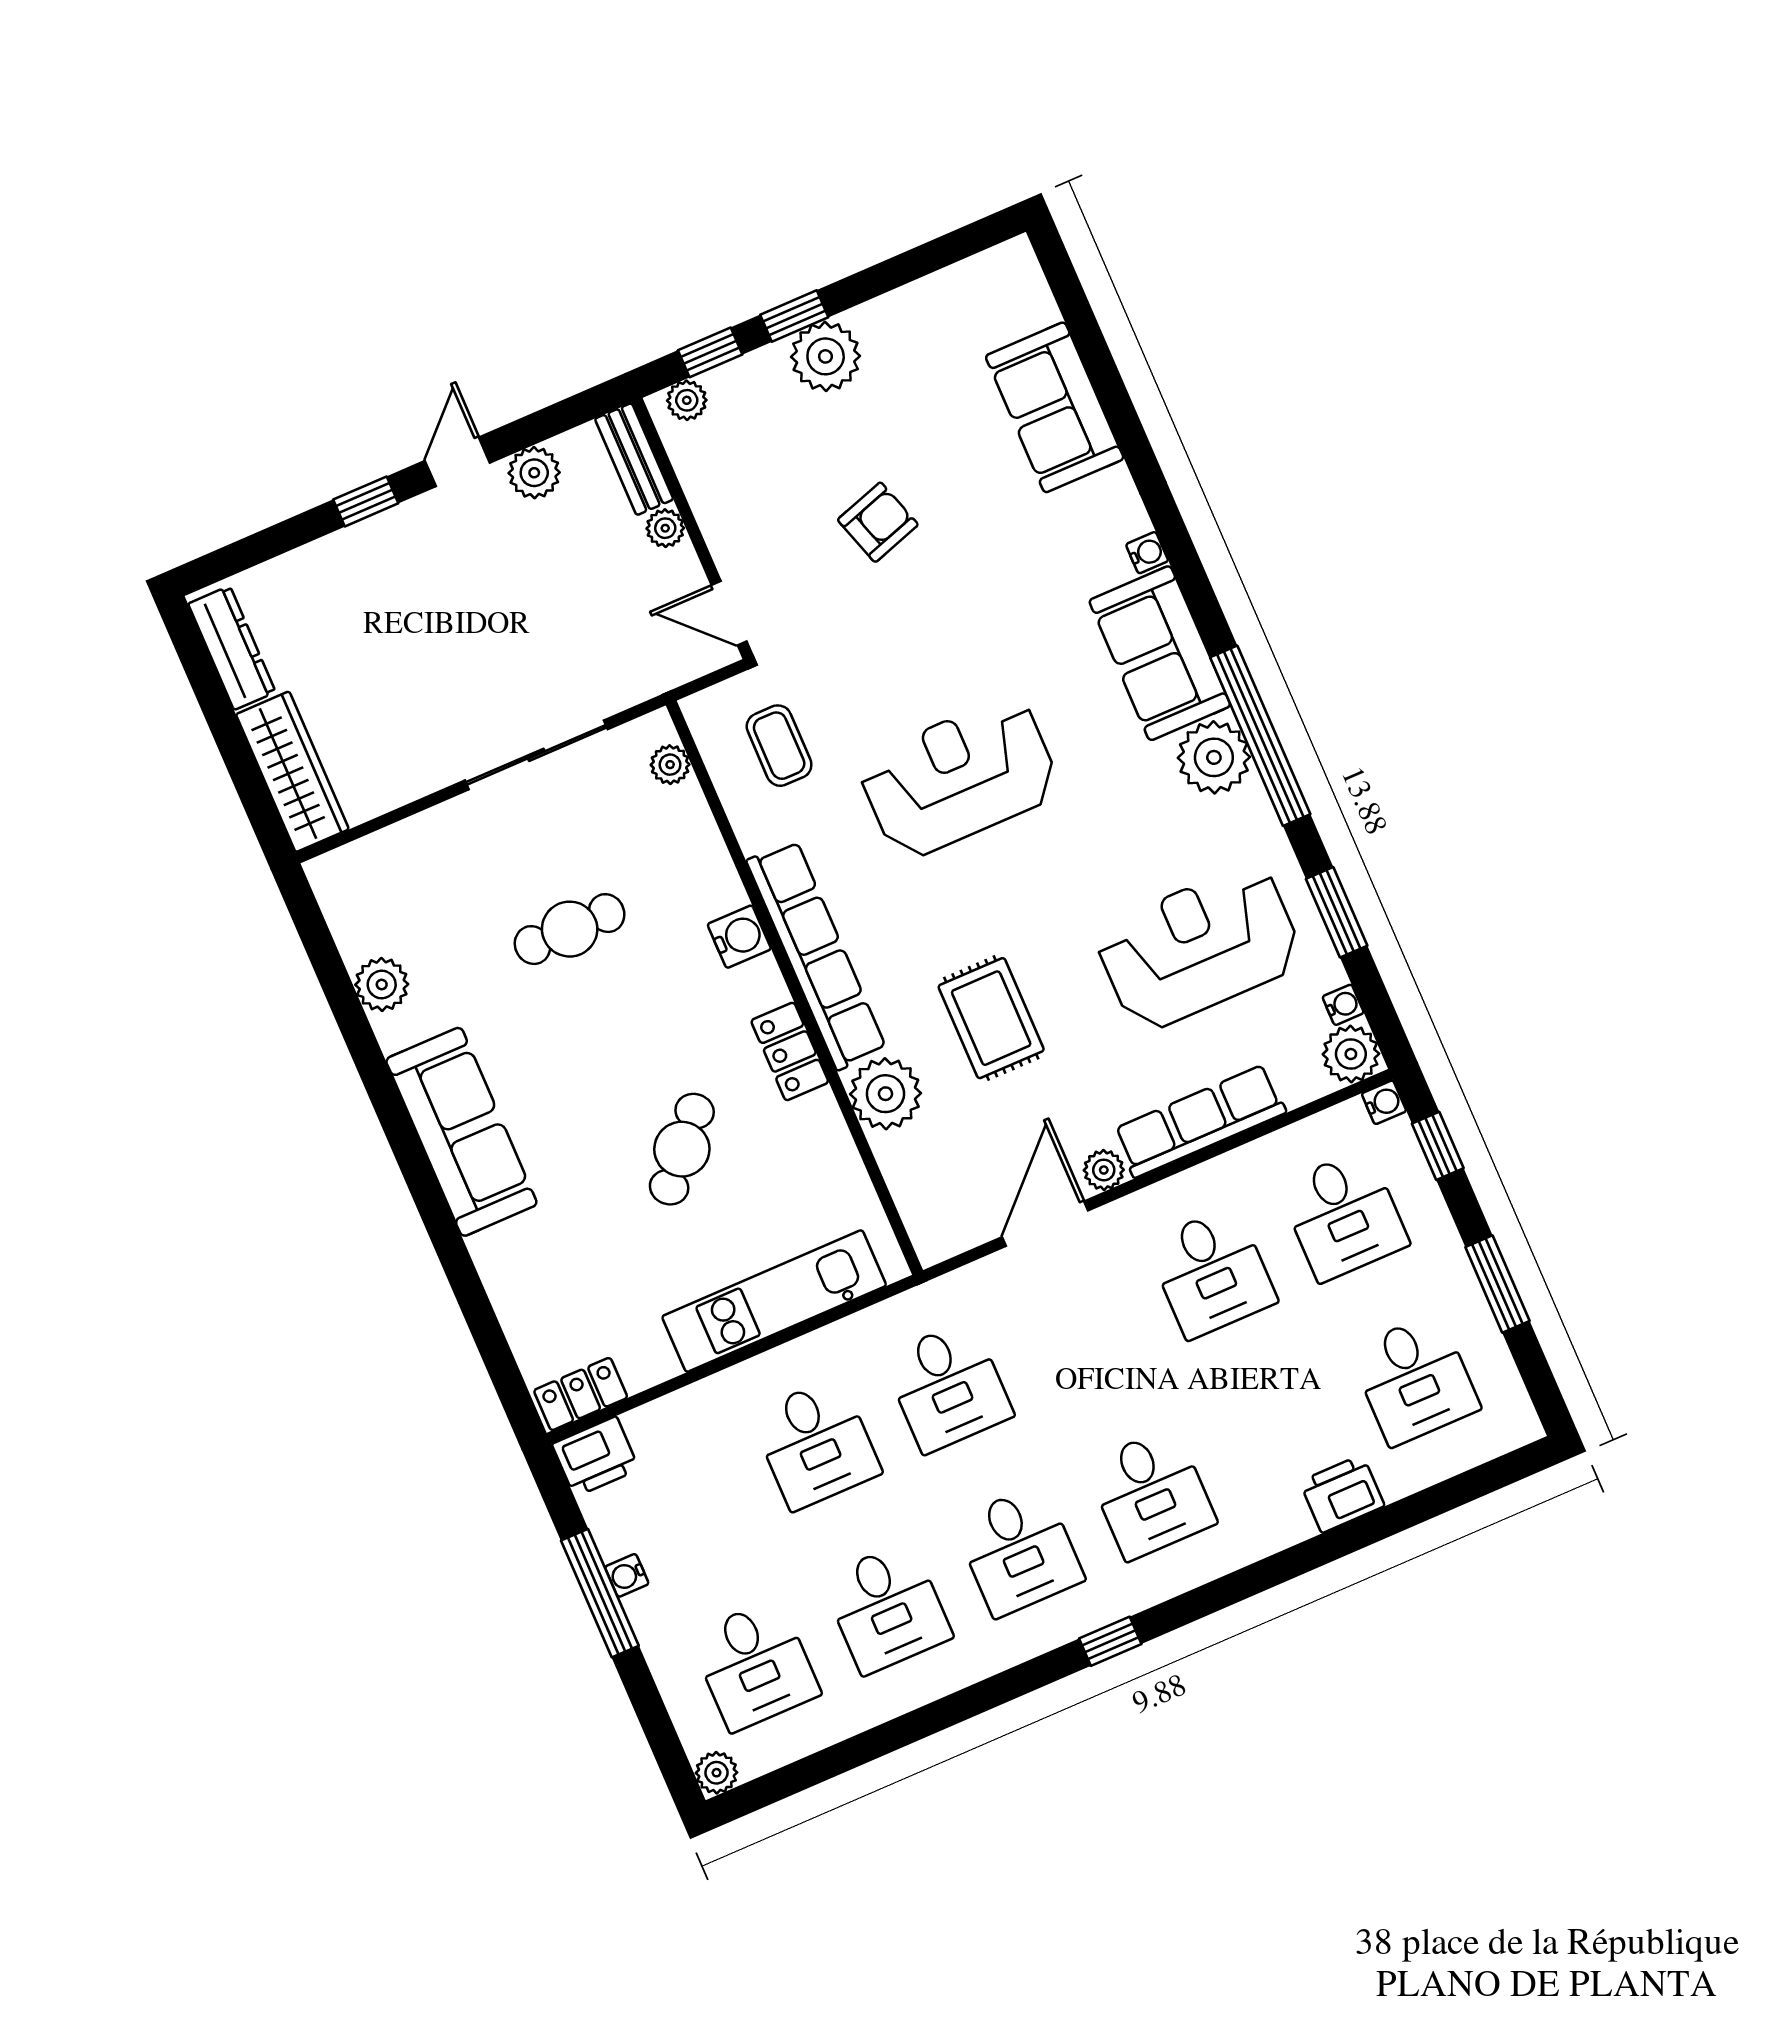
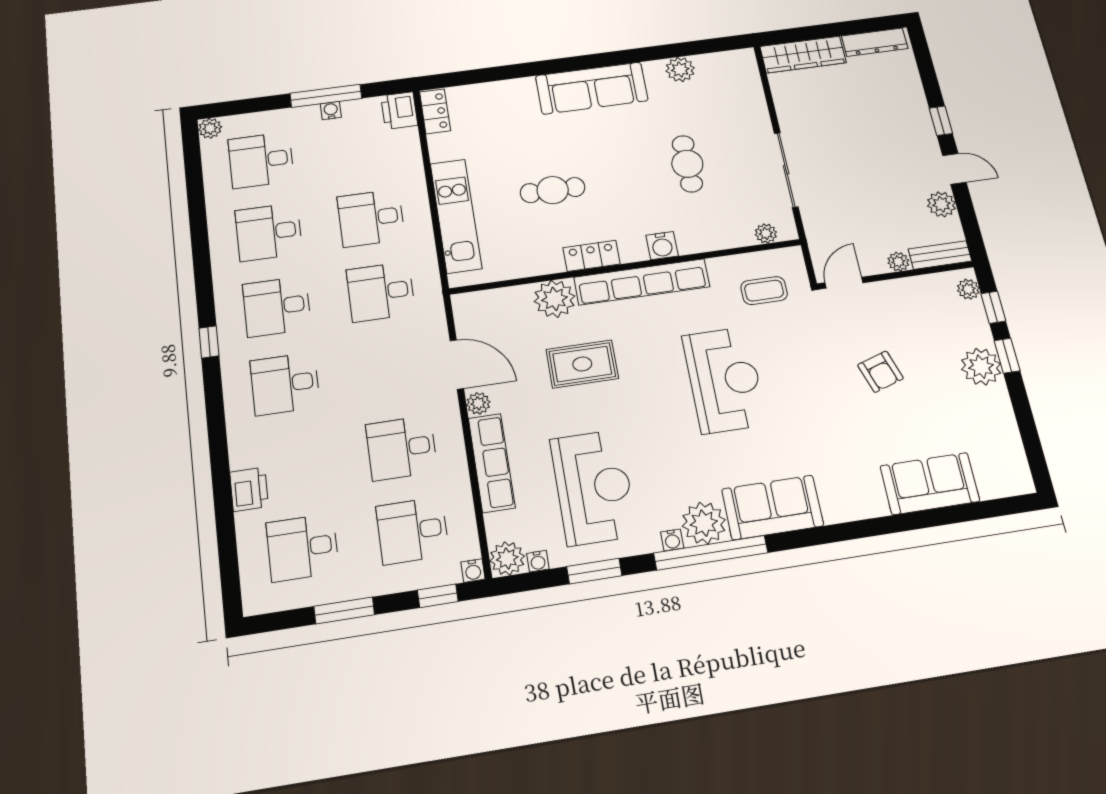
water cooler: (1147, 553) -> (672, 540), moved
cafe table: (682, 1149) -> (553, 190), turned -42

